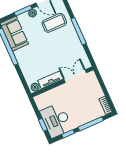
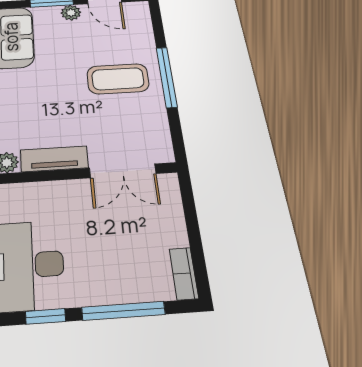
coffee table: (54, 23) -> (118, 79), moved
double door: (75, 76) -> (123, 171), swing flipped

